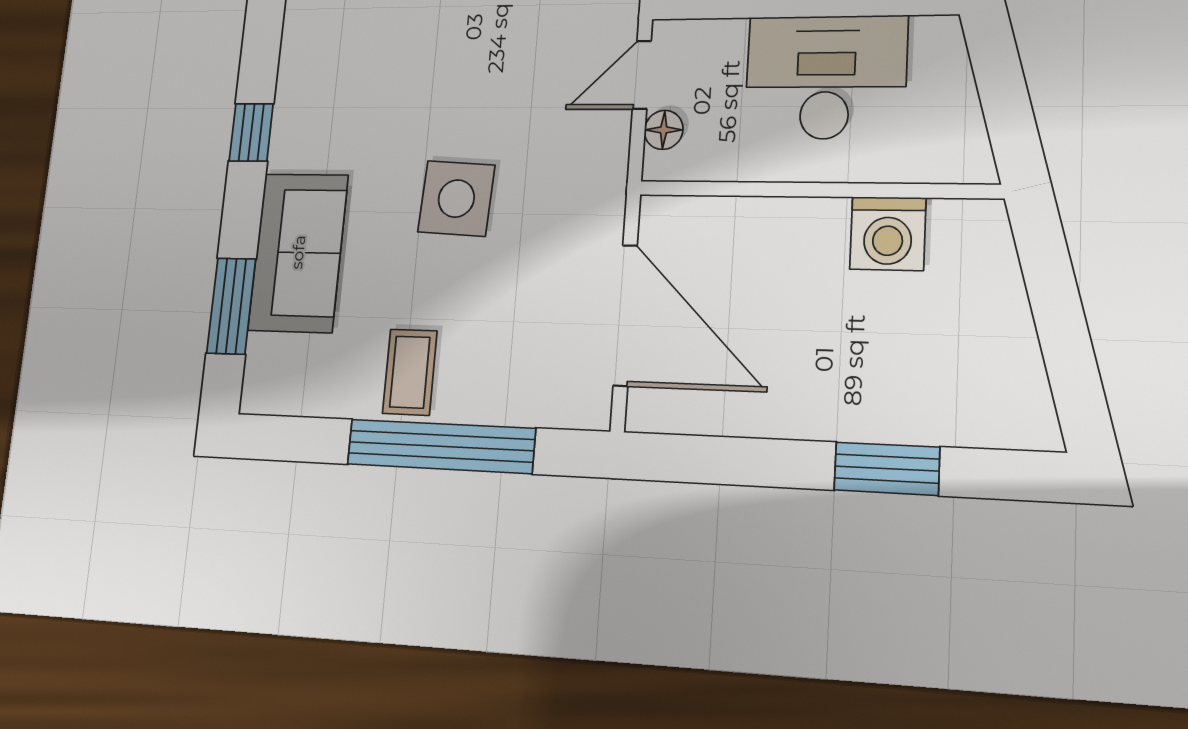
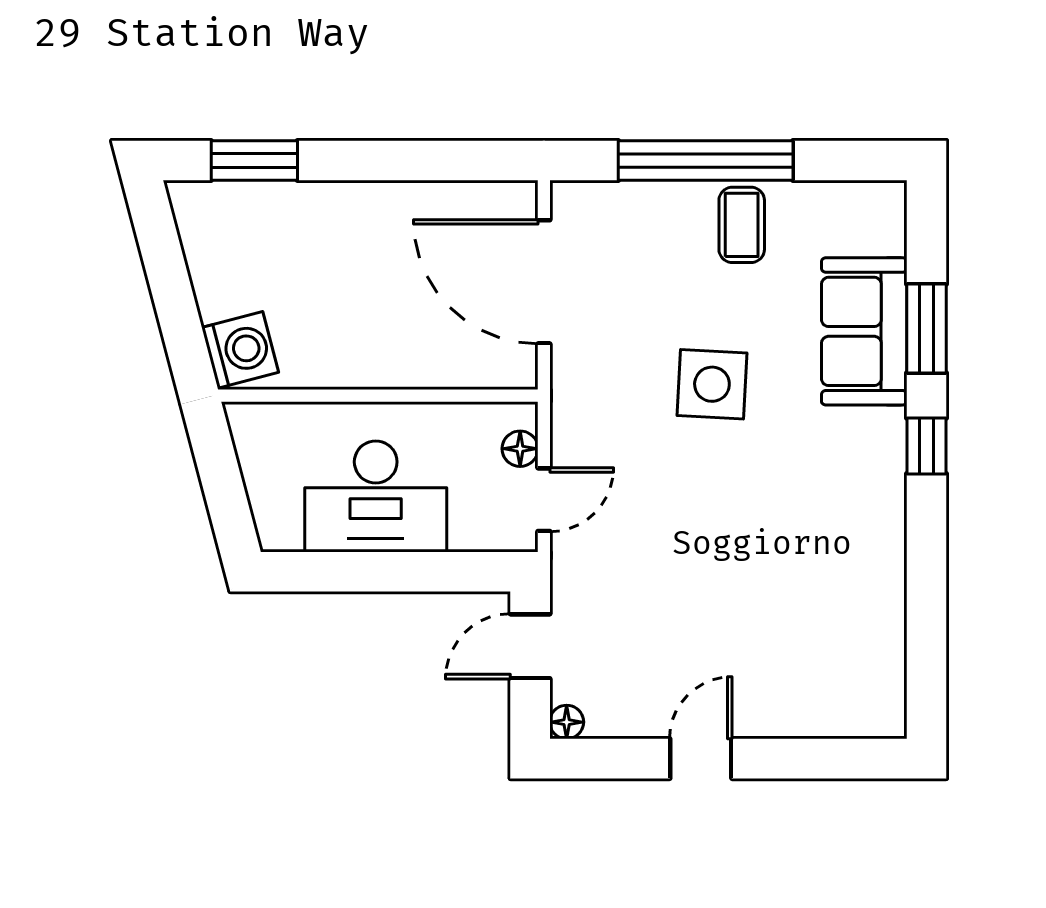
washing machine: (888, 233) -> (240, 350), moved, turned 75
window: (231, 306) -> (926, 329), moved
window: (887, 469) -> (254, 161), moved

